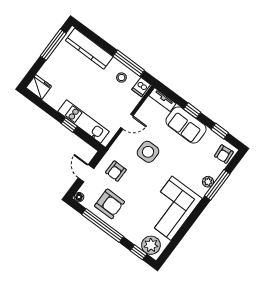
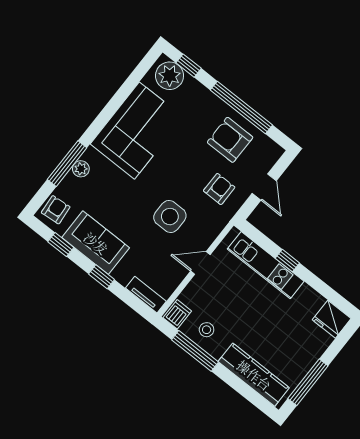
sofa: (186, 125) -> (96, 243), moved
floor lamp: (79, 197) -> (276, 151), removed

